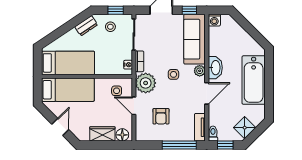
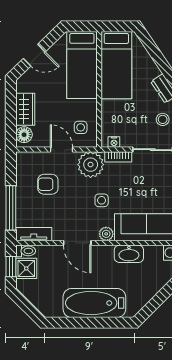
washbasin: (215, 68) -> (129, 254), moved
door: (134, 106) -> (61, 150), hinge flipped
shower: (245, 128) -> (26, 268), moved, turned 45

